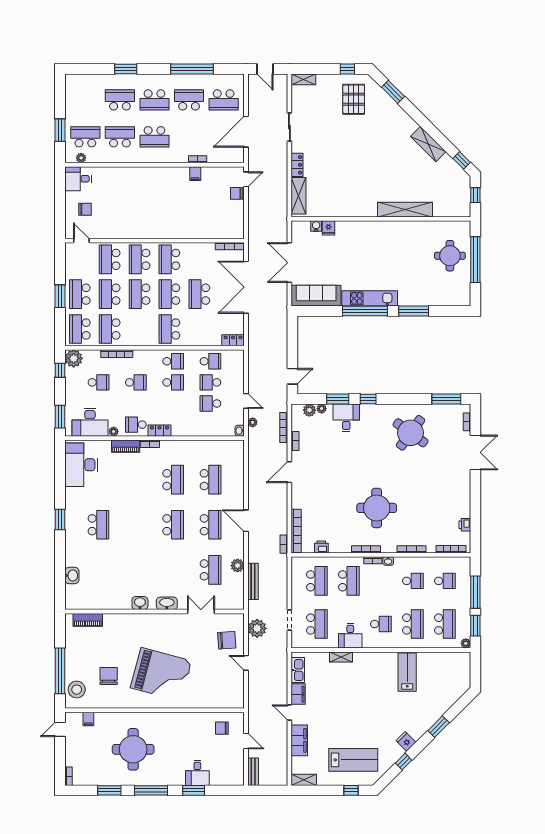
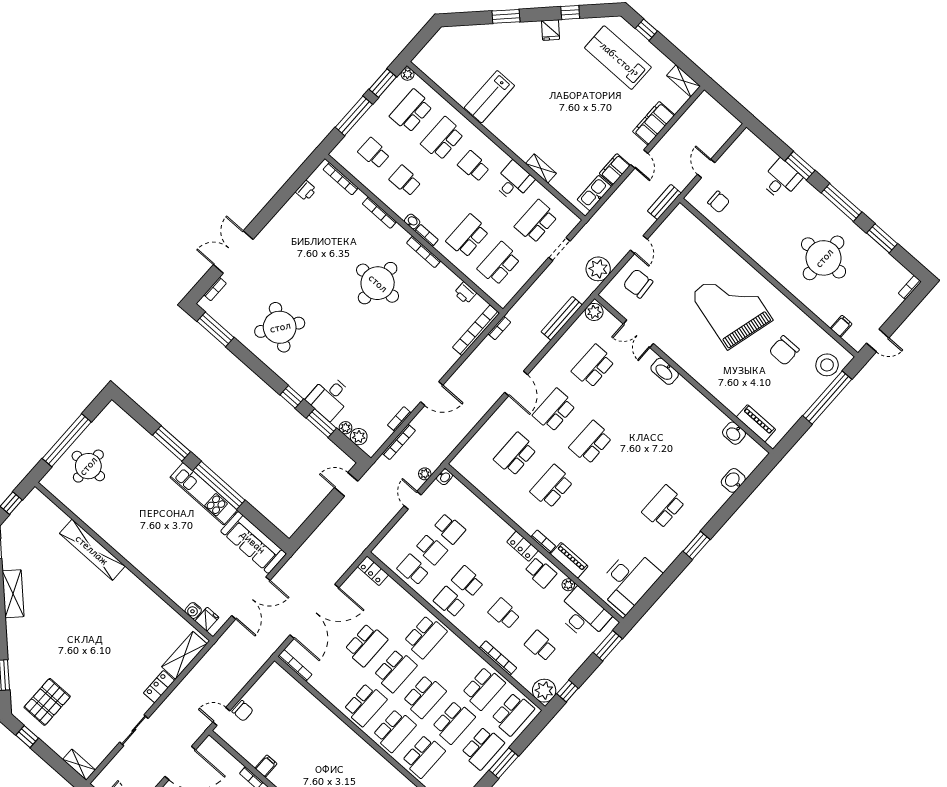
fridge: (328, 228) -> (207, 619), moved
plant: (238, 566) -> (594, 312), moved
washbasin: (140, 603) -> (734, 433), moved
bench: (253, 772) -> (664, 202), moved

